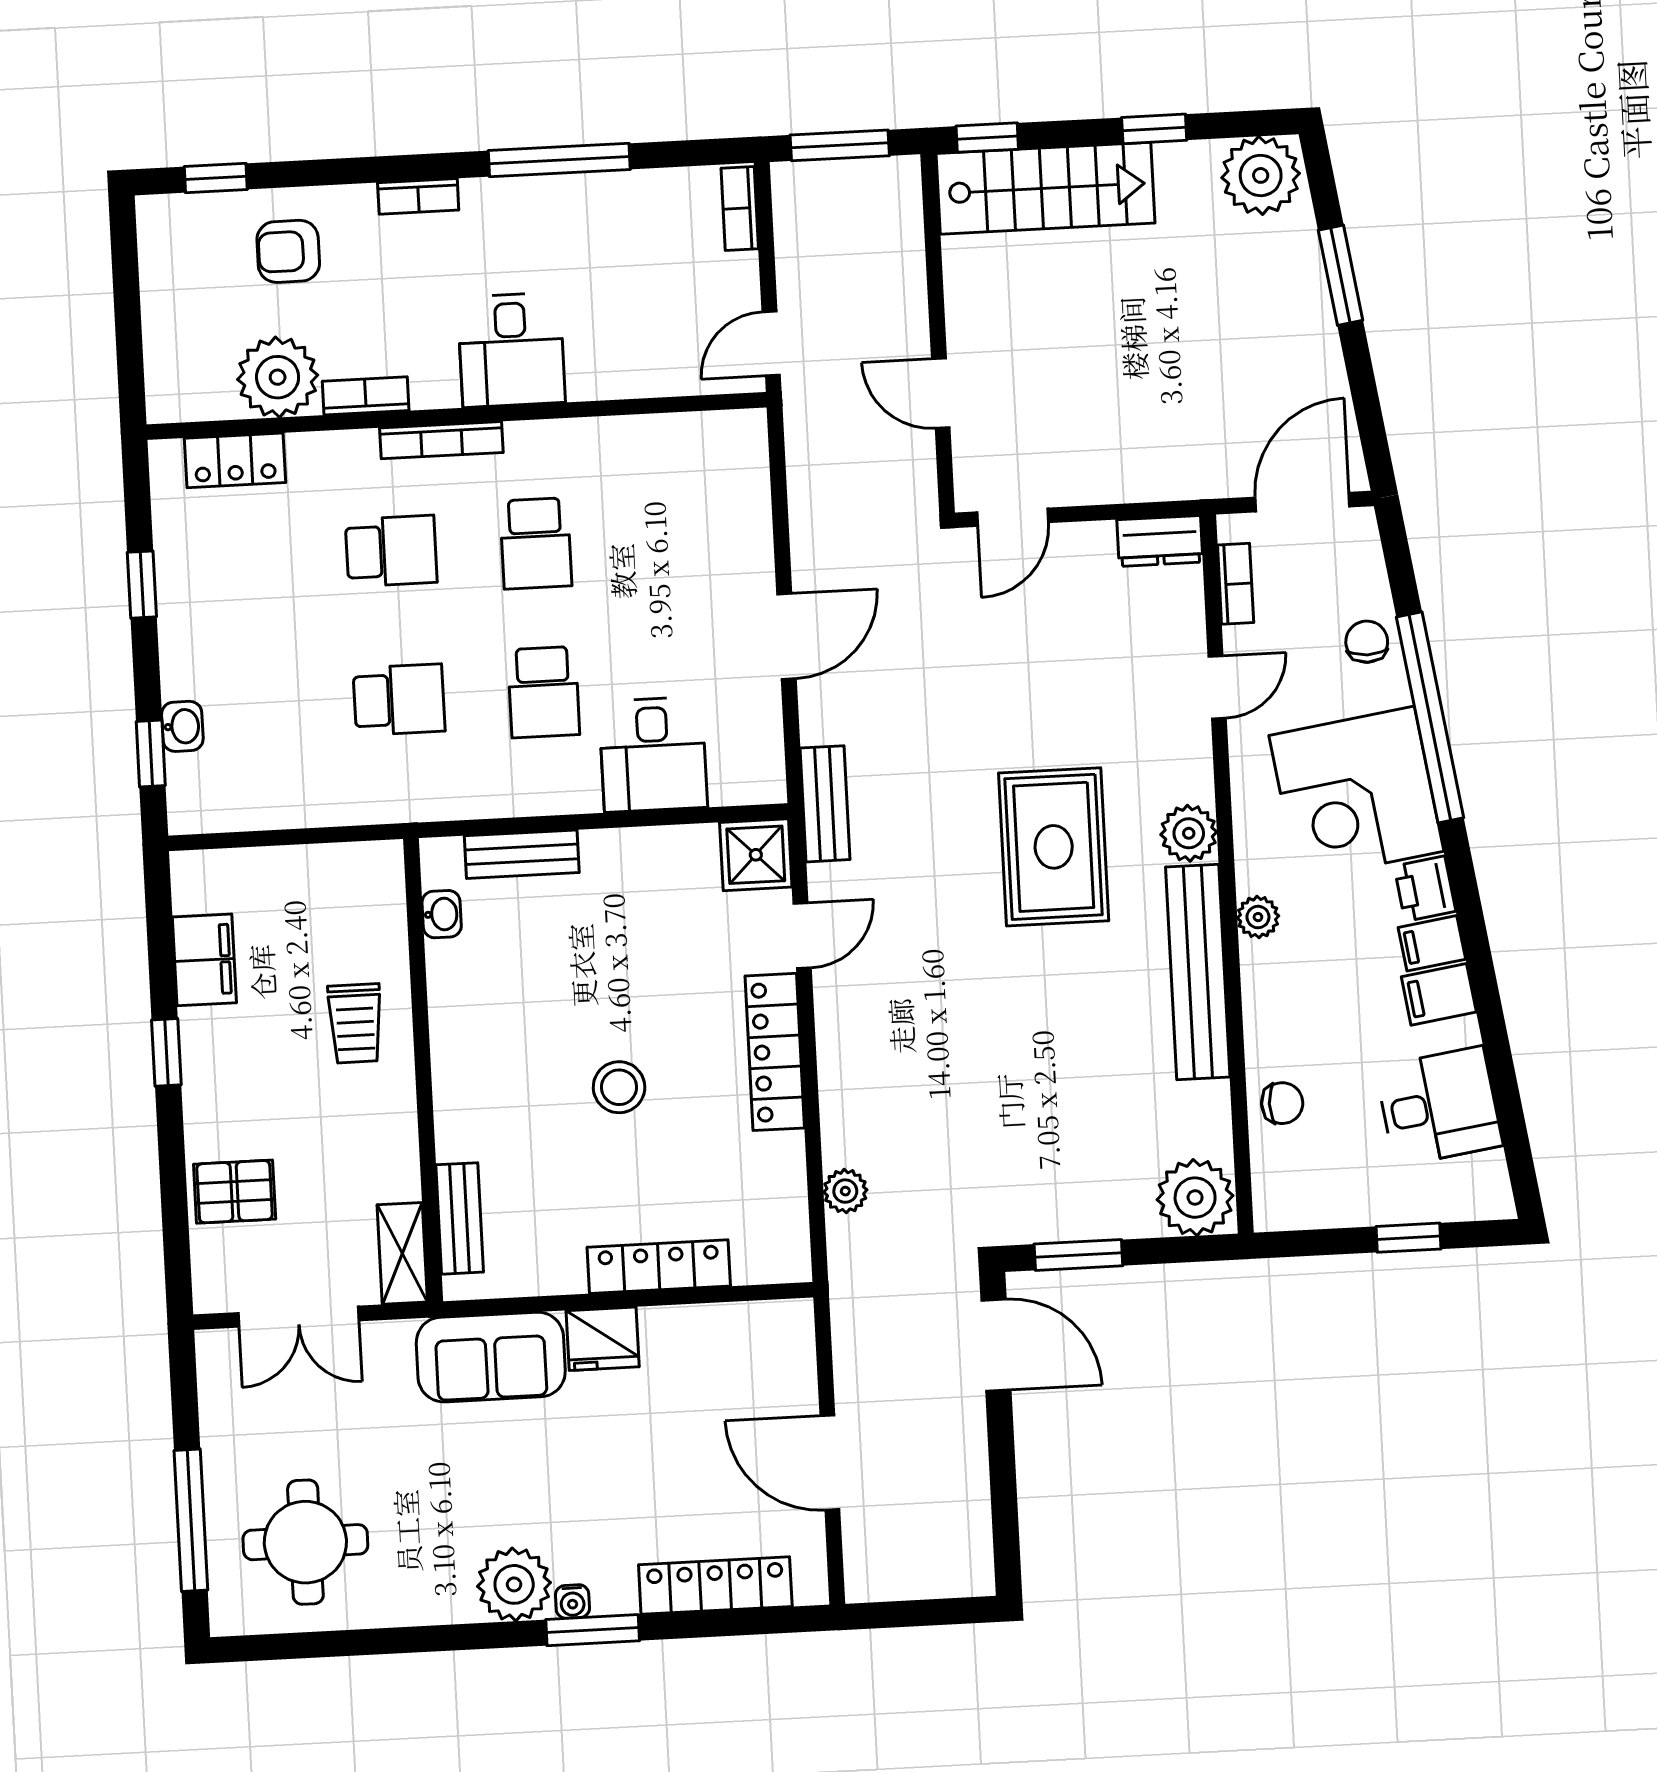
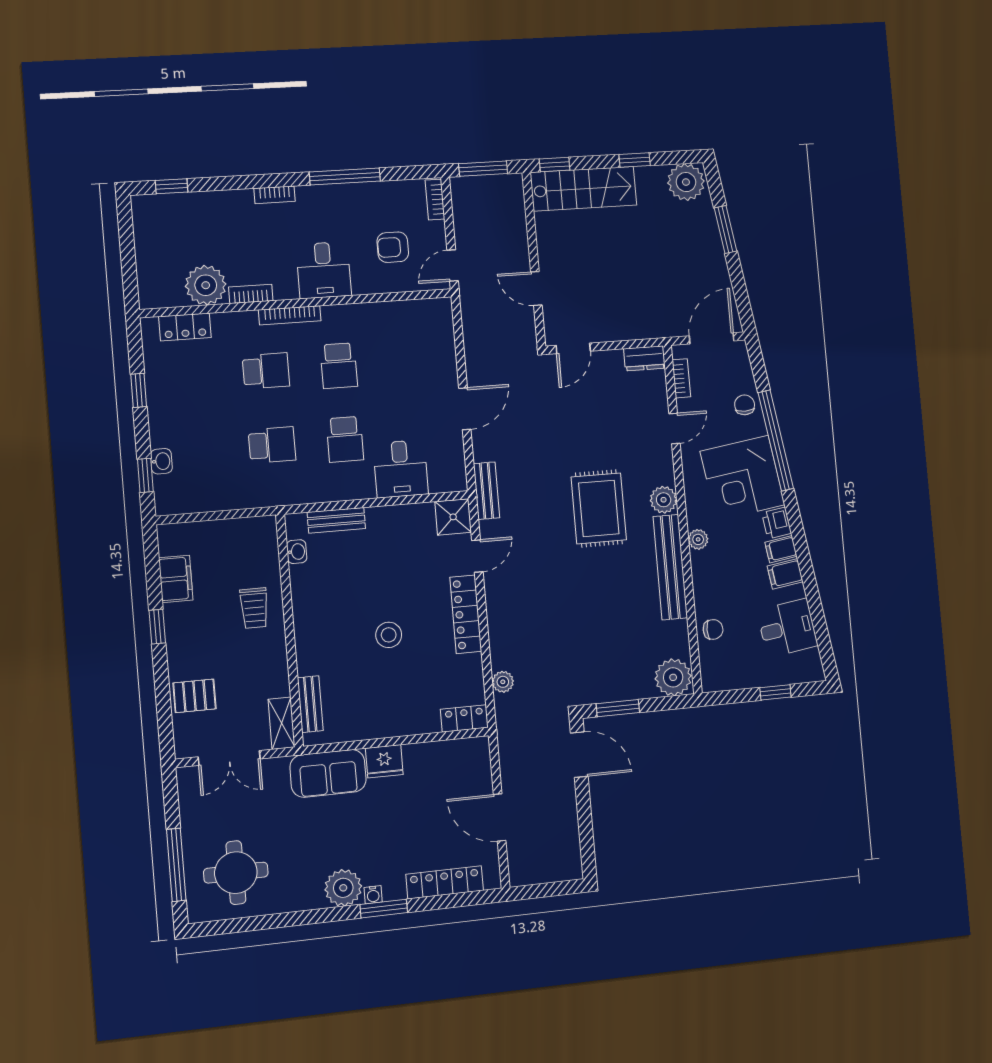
armchair: (288, 251) -> (393, 247), moved
locker: (659, 1267) -> (464, 718), moved, width x0.66

